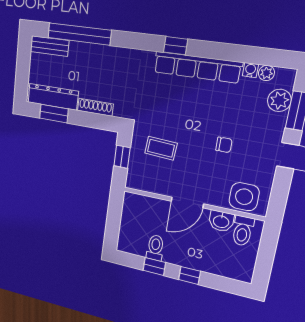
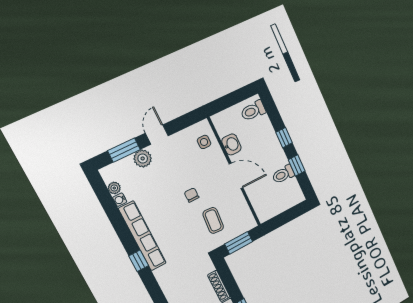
plant: (279, 100) -> (143, 158), moved
chair: (224, 145) -> (192, 195), moved
window: (122, 157) -> (239, 243), width x1.50
side table: (244, 197) -> (204, 142), width x0.54, depth x0.54
toilet: (243, 231) -> (253, 111), moved, turned 180

